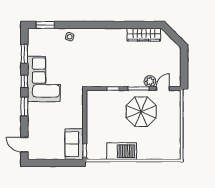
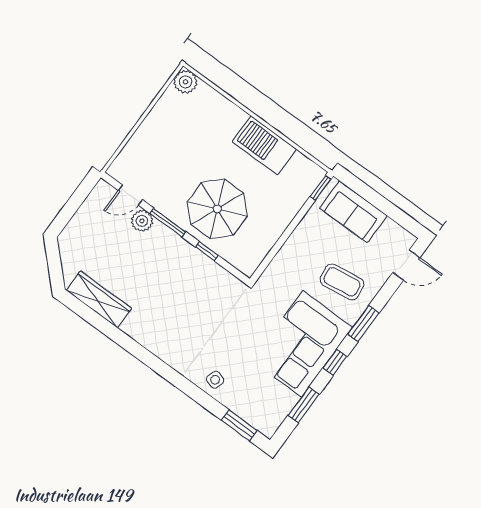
parasol: (141, 112) -> (217, 209), moved
coffee table: (46, 118) -> (342, 282), added
sofa: (74, 144) -> (353, 212), moved, turned 90
door: (24, 145) -> (406, 265), hinge flipped
plant: (175, 154) -> (185, 82), added

